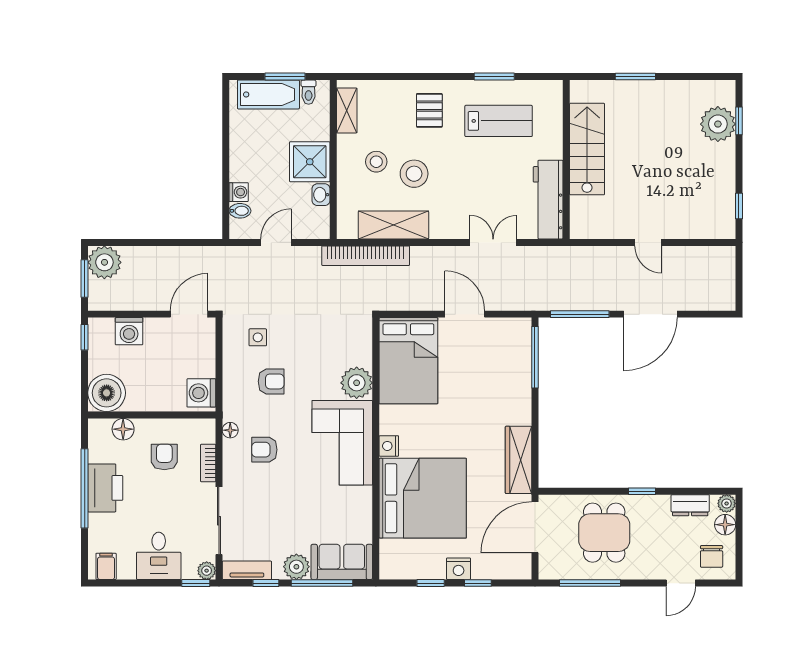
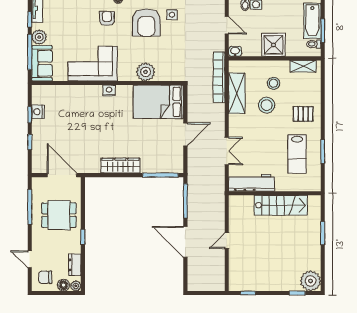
plant: (718, 124) -> (311, 281), moved
washbasin: (321, 195) -> (235, 51), moved
armchair: (271, 381) -> (146, 22), width x1.88, depth x1.88
corner sofa: (342, 443) -> (93, 64), moved
wardrobe: (519, 460) -> (120, 166), moved
bed: (423, 498) -> (79, 110), removed
nightstand: (459, 569) -> (38, 112), moved

